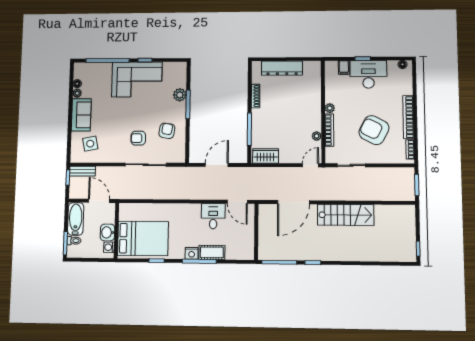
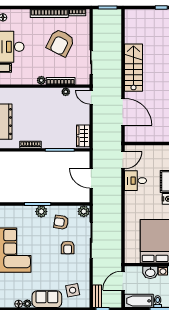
plant: (180, 95) -> (41, 212), moved
plant: (179, 156) -> (84, 211), added

